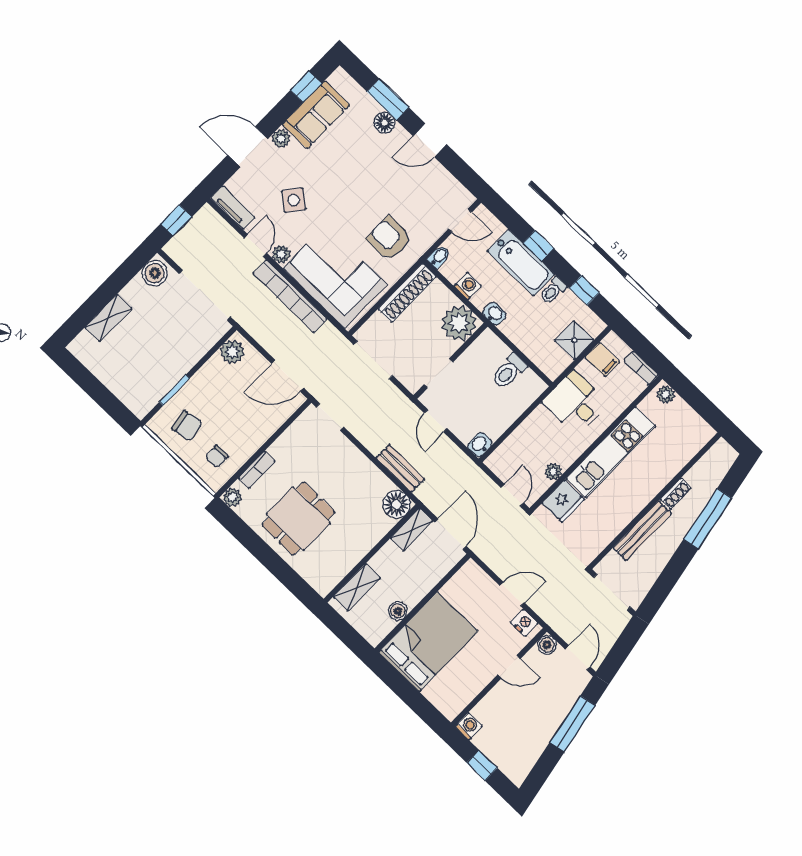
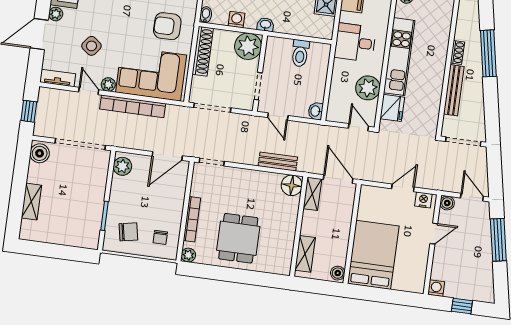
bookcase: (257, 470) -> (192, 219), width x1.56
plant: (553, 471) -> (368, 88), width x1.88, depth x1.88
boiler: (398, 611) -> (338, 273), moved

